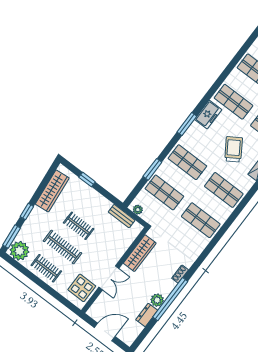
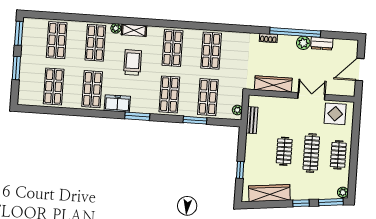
trolley: (234, 149) -> (133, 63), turned 123
plant: (19, 251) -> (343, 192), width x0.53, depth x0.53
door: (105, 332) -> (360, 70), hinge flipped

